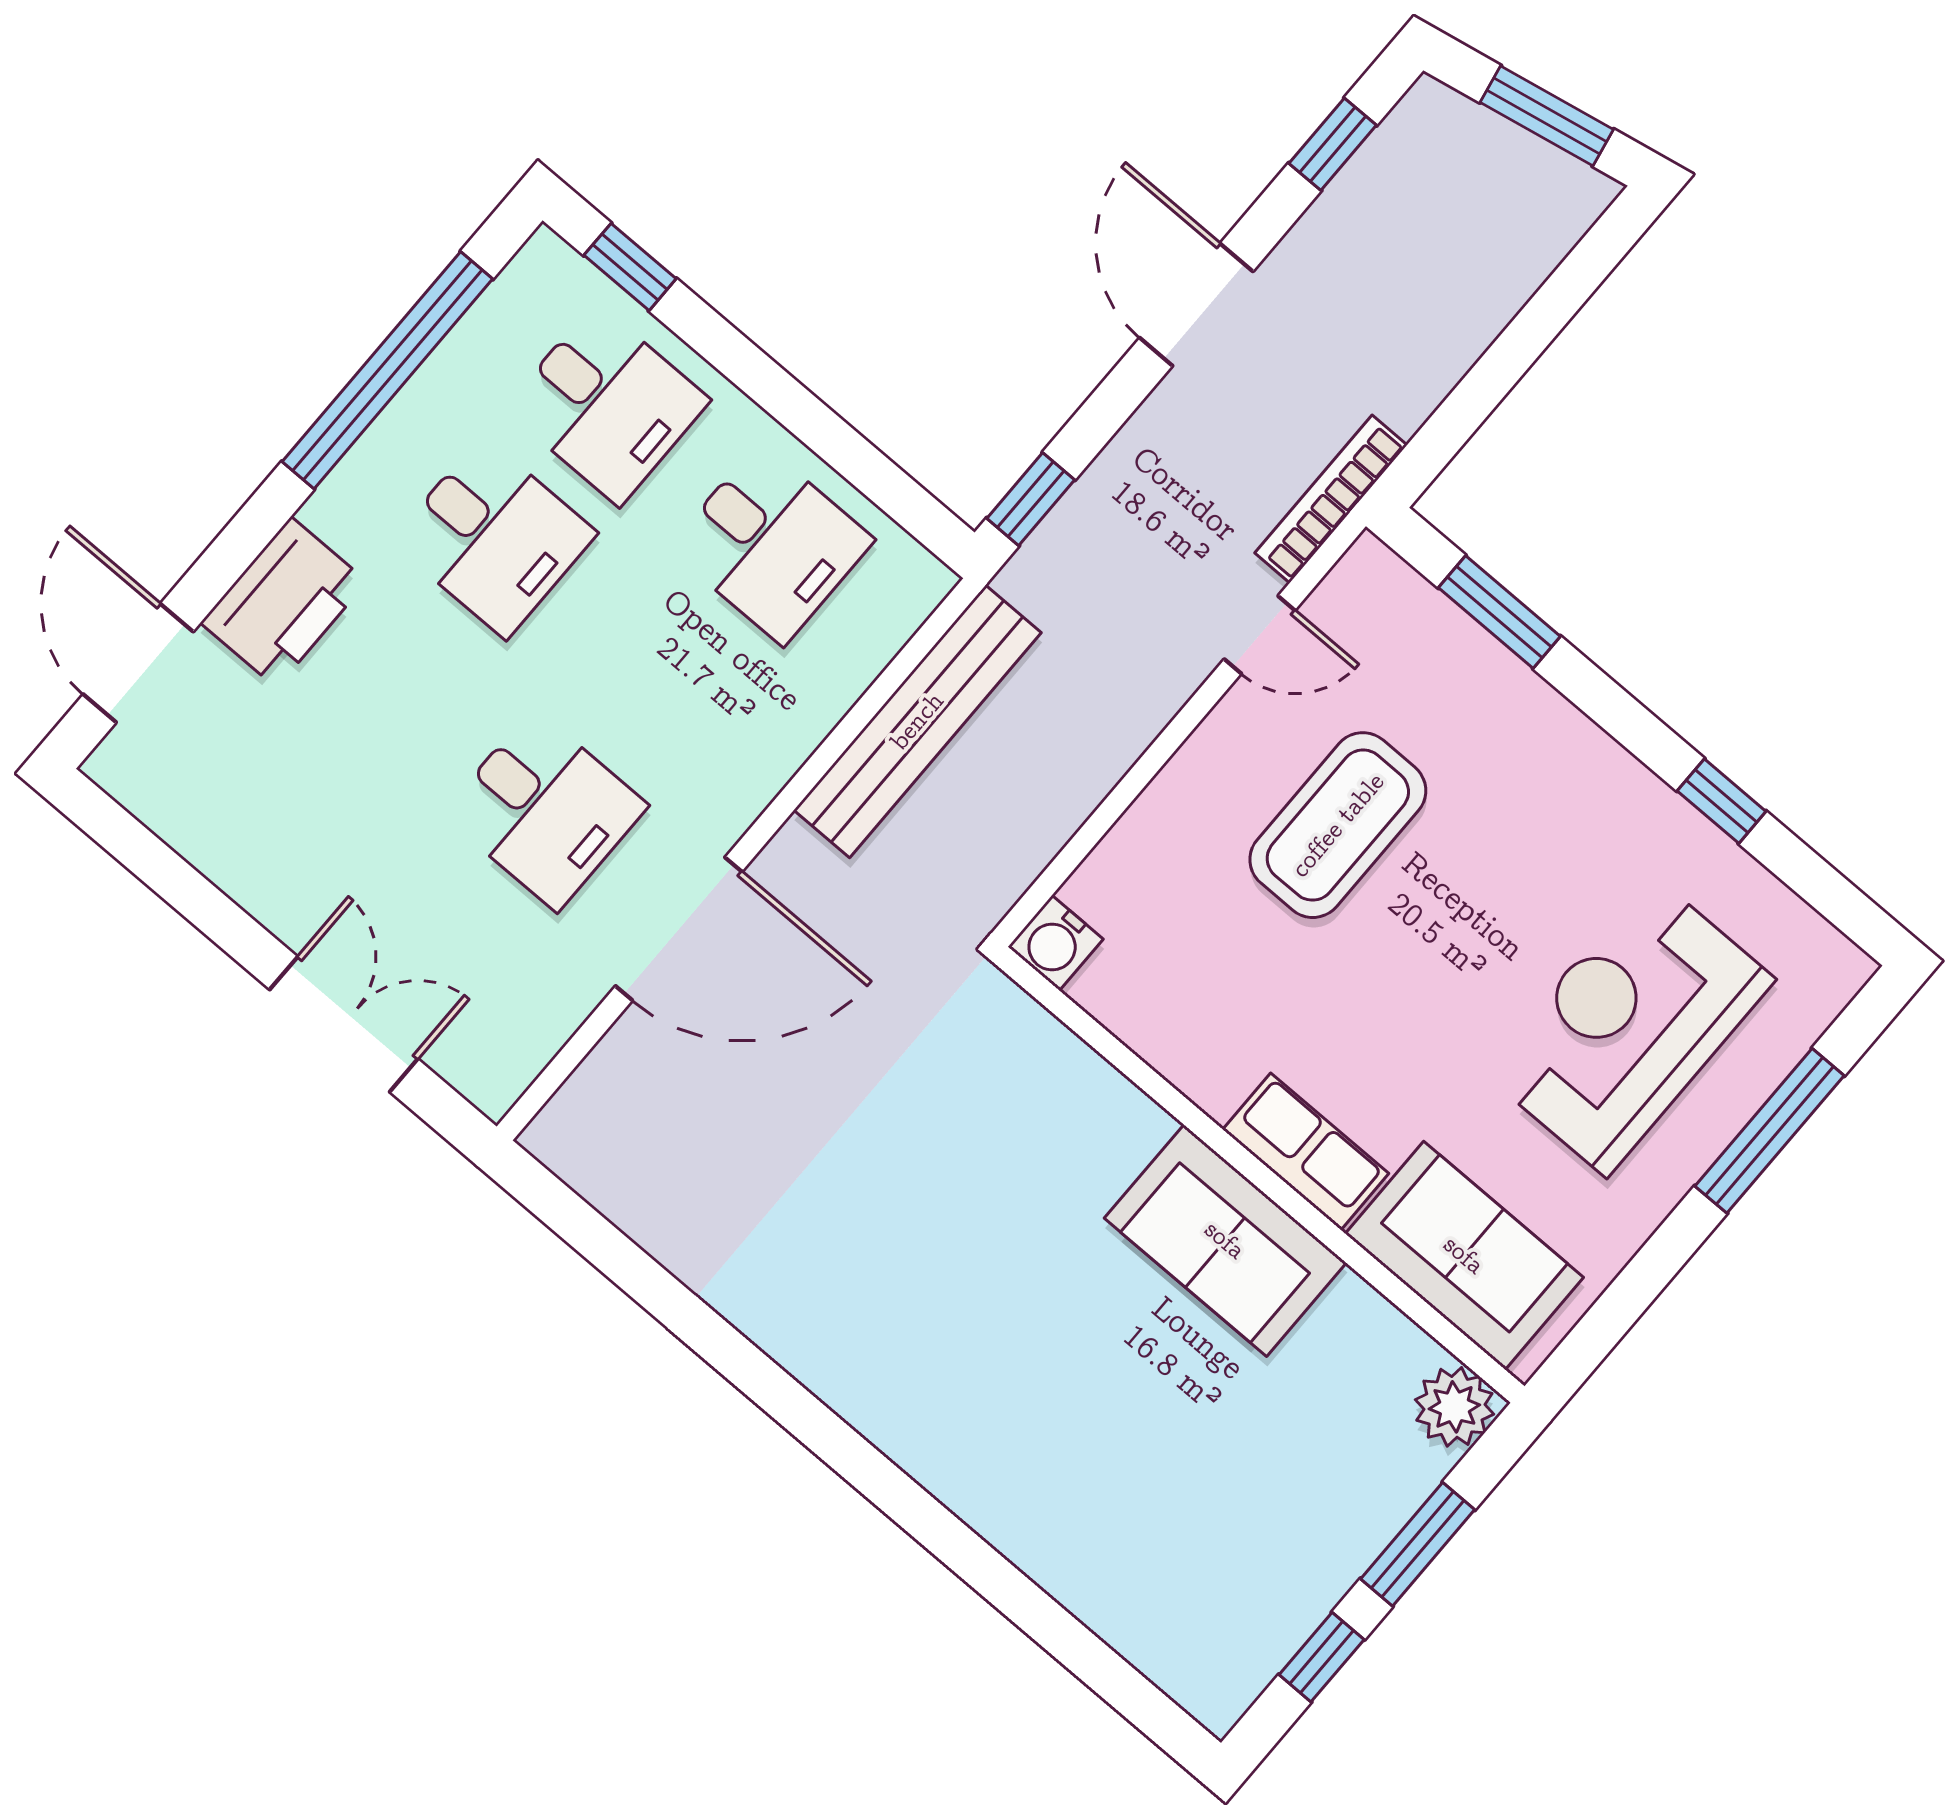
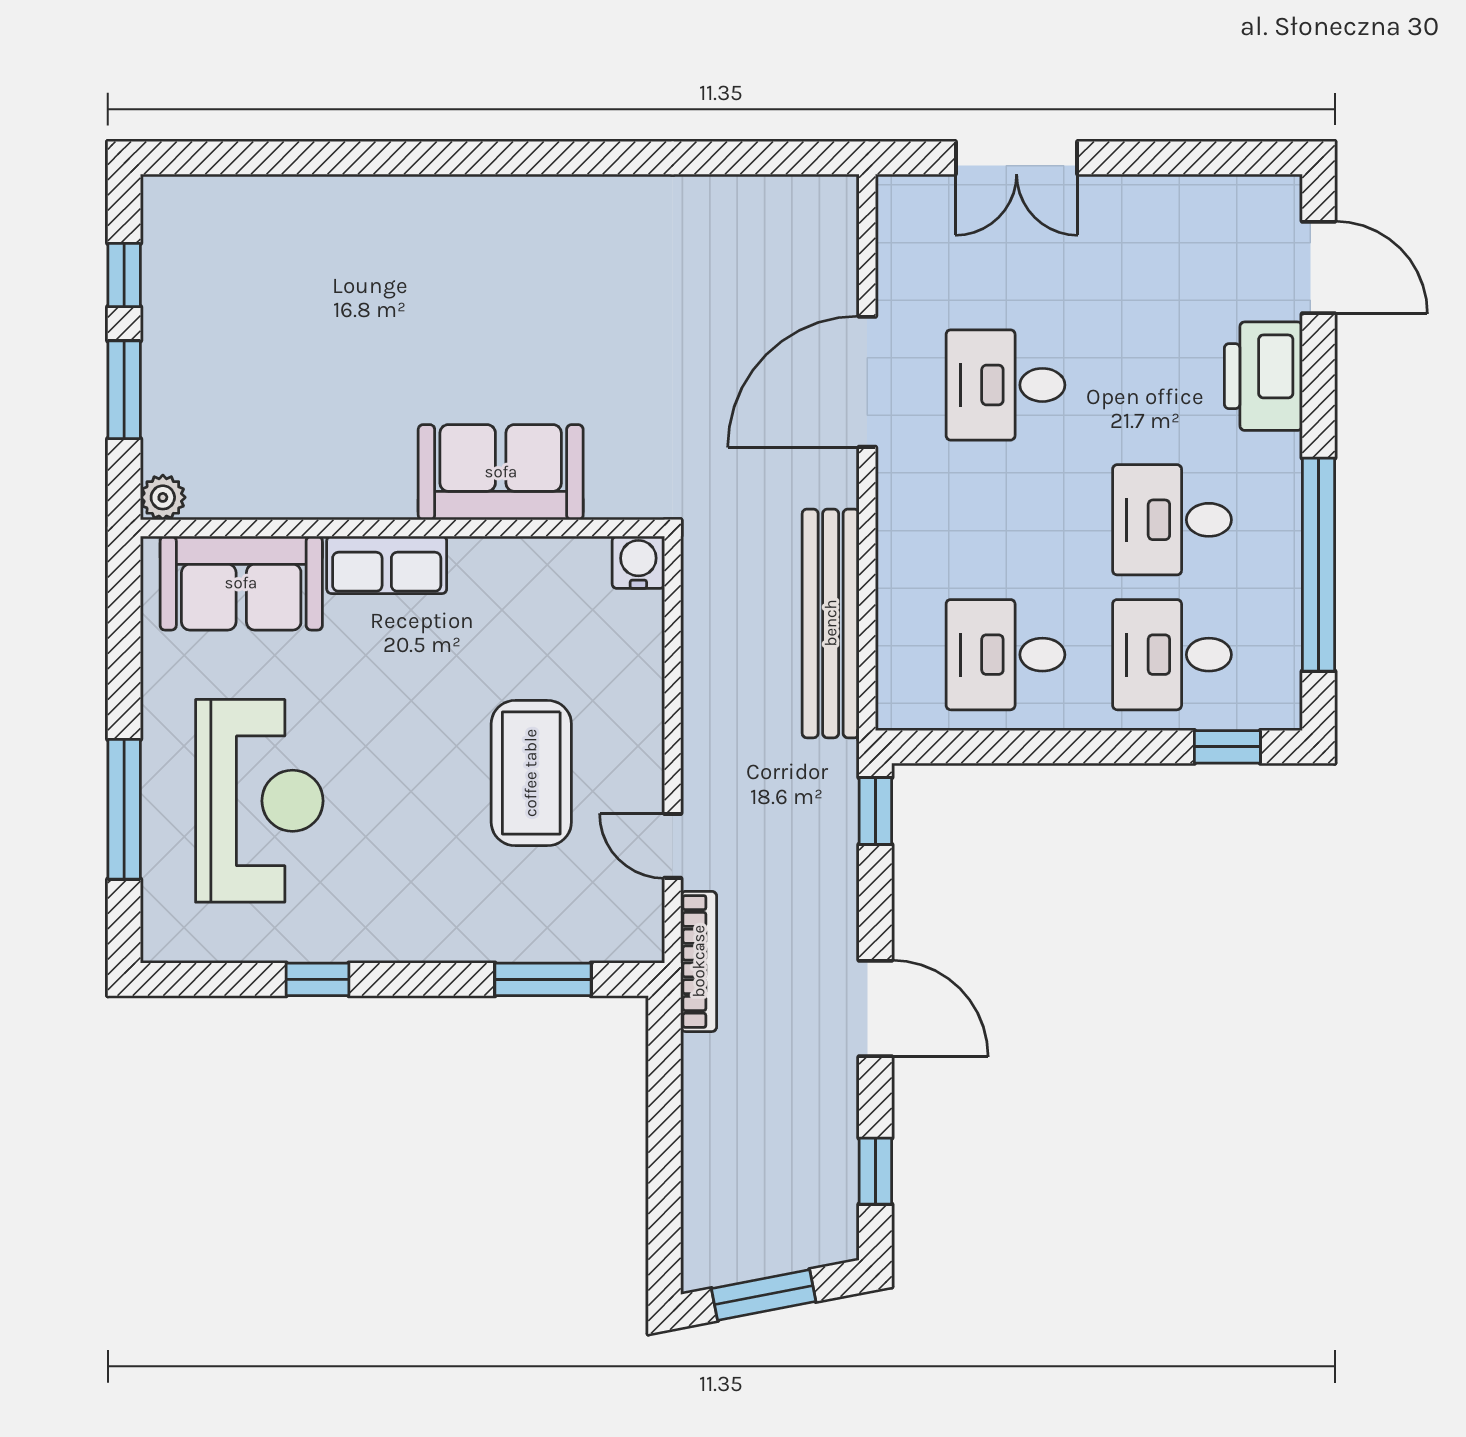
door: (1260, 635) -> (673, 846), hinge flipped
sofa: (1225, 1240) -> (501, 472), moved
plant: (1454, 1407) -> (163, 497), width x0.73, depth x0.73

